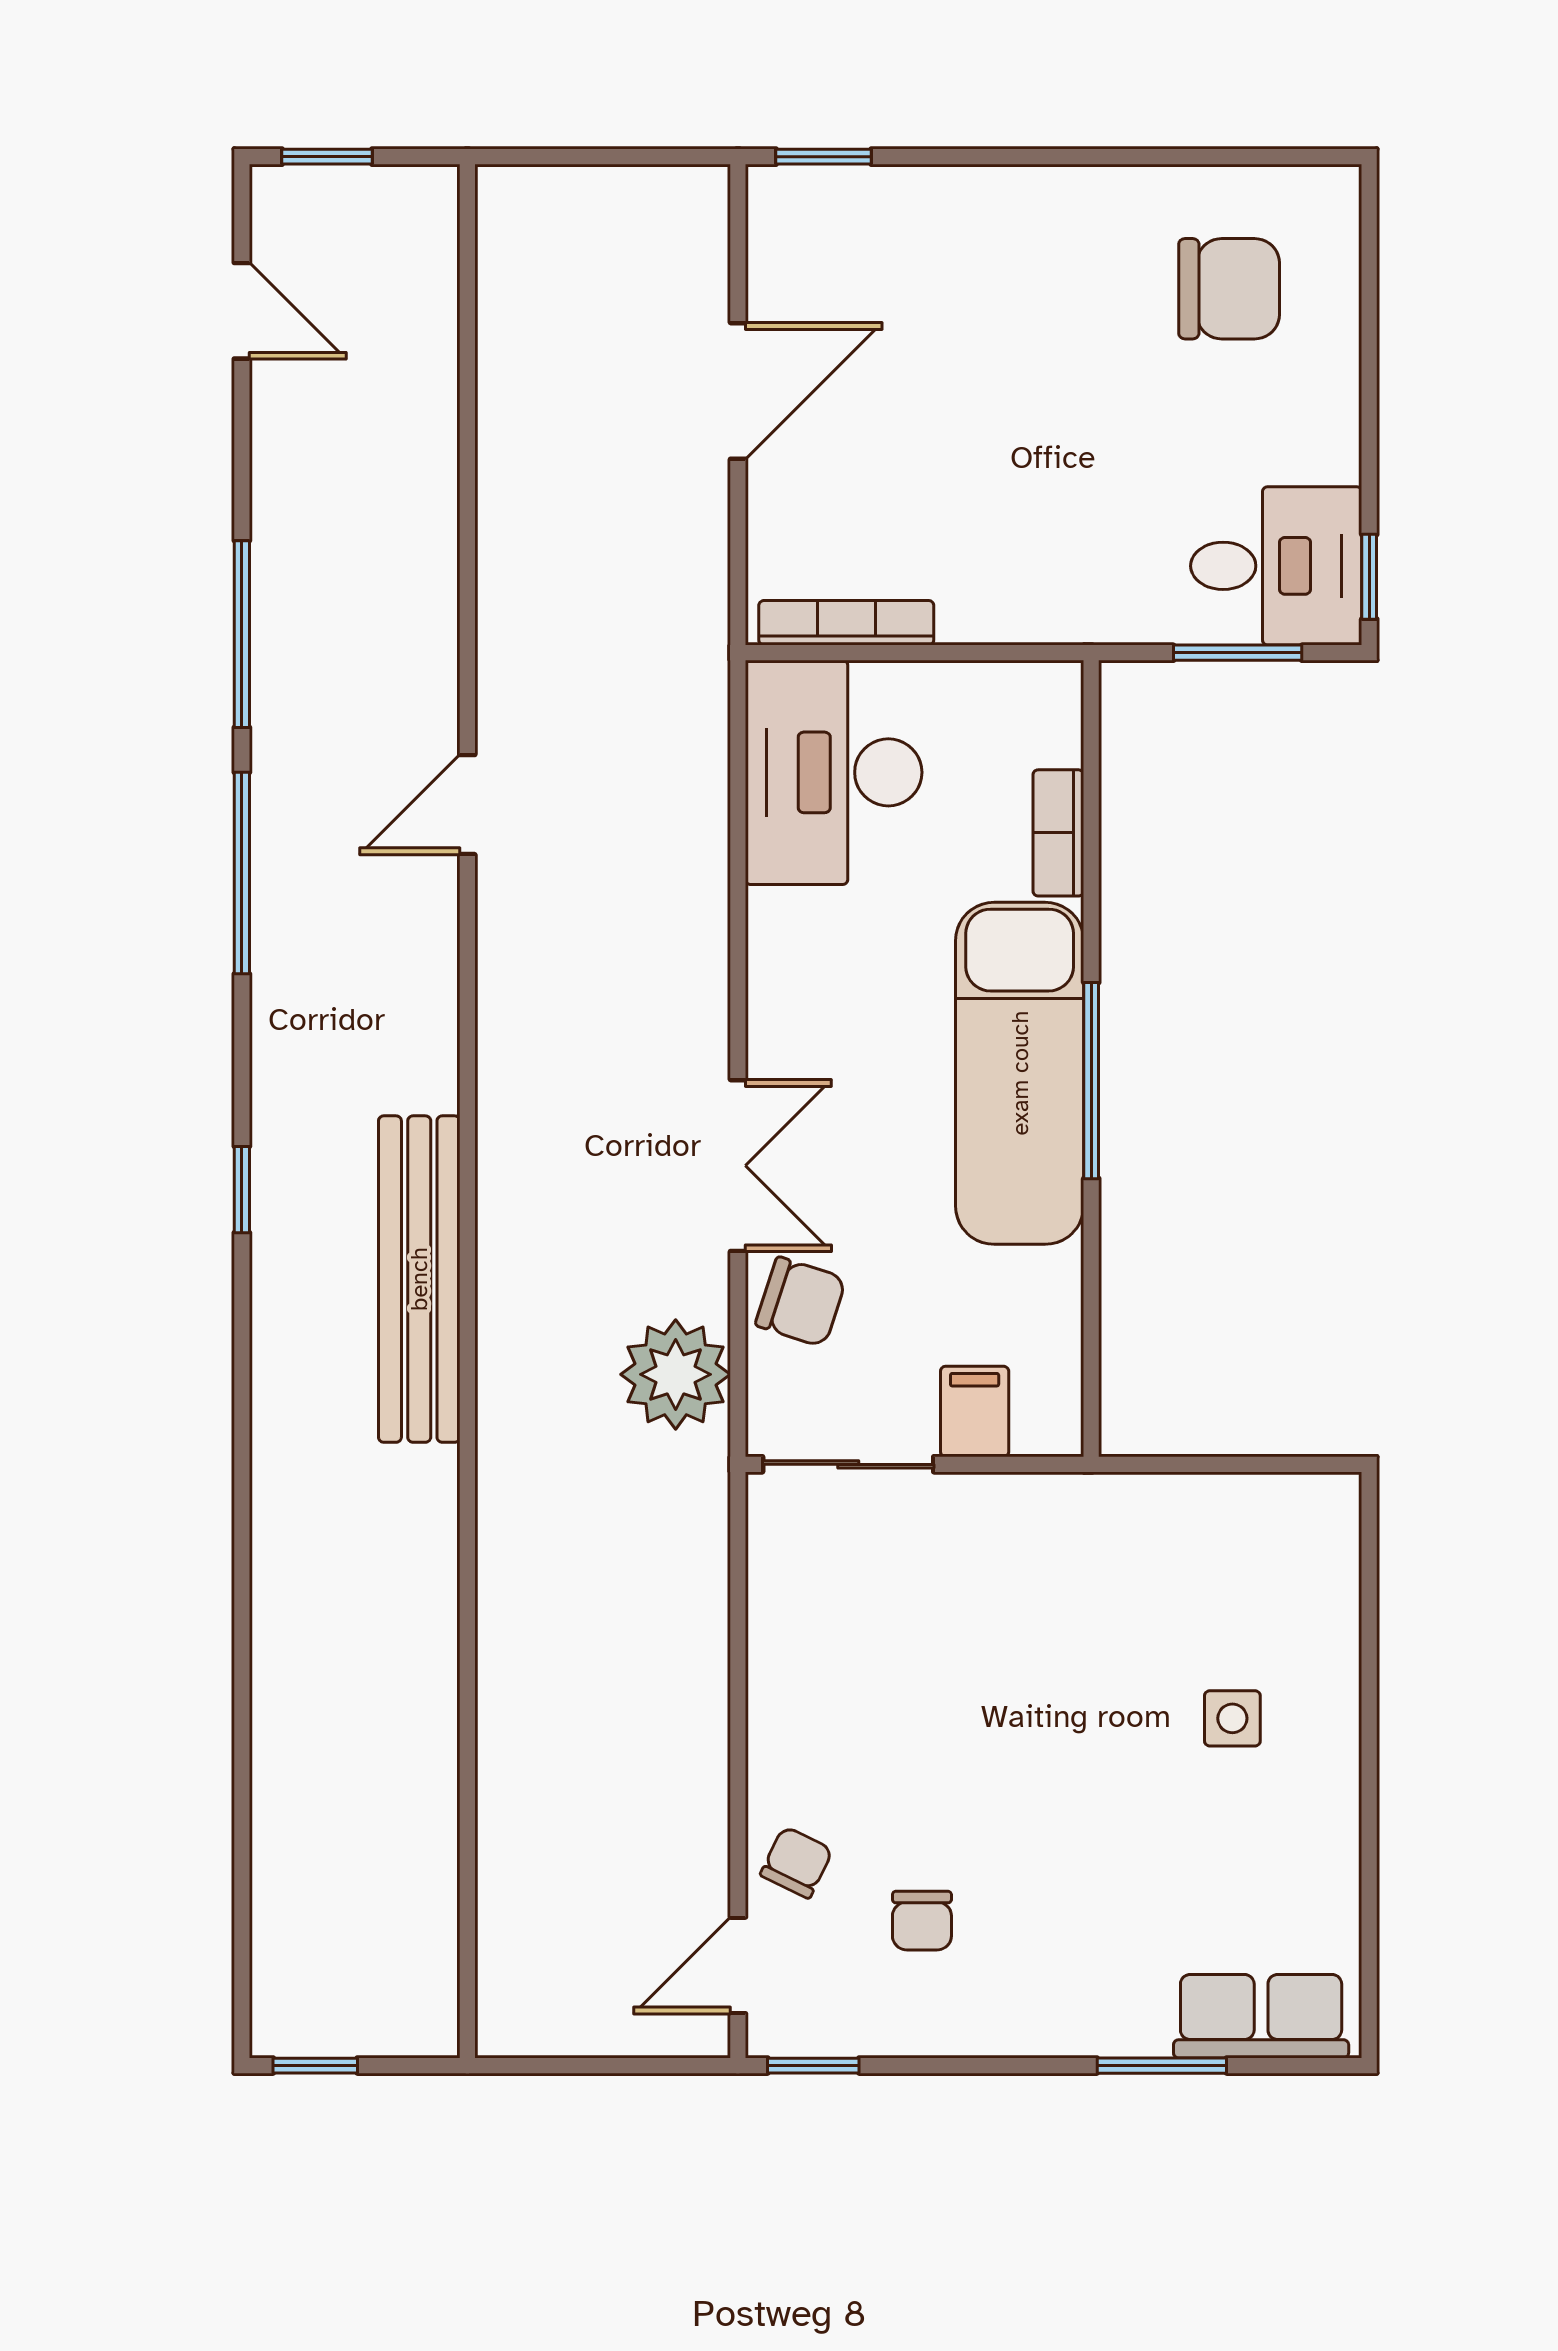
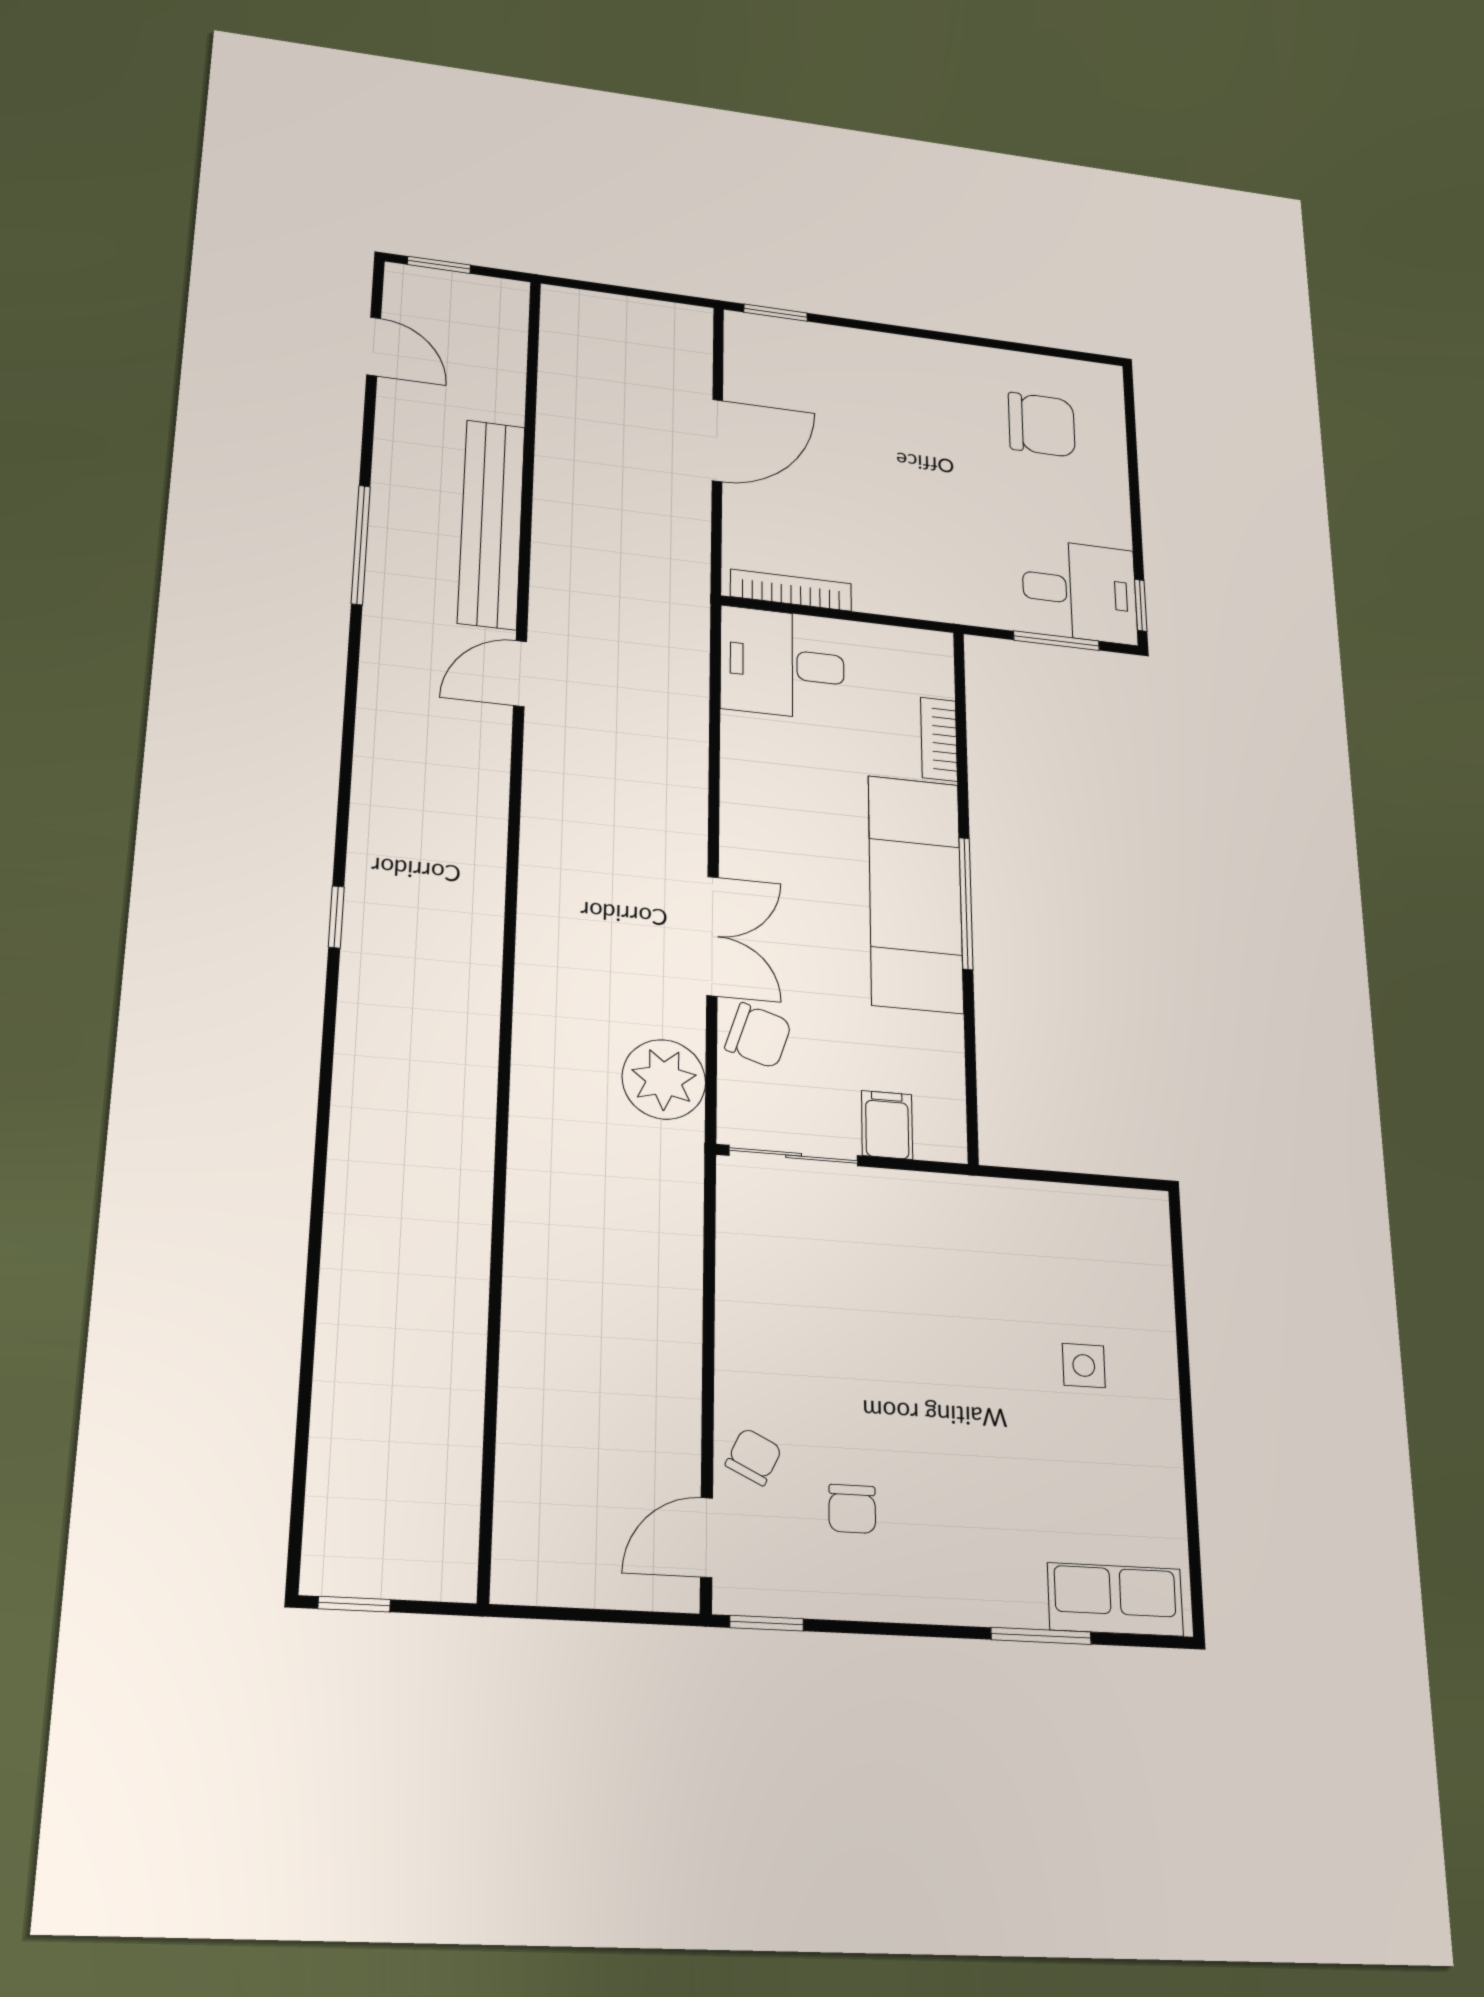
desk: (834, 772) -> (782, 664), width x0.73
window: (242, 873) -> (351, 700), removed
bench: (419, 1279) -> (491, 524), moved

